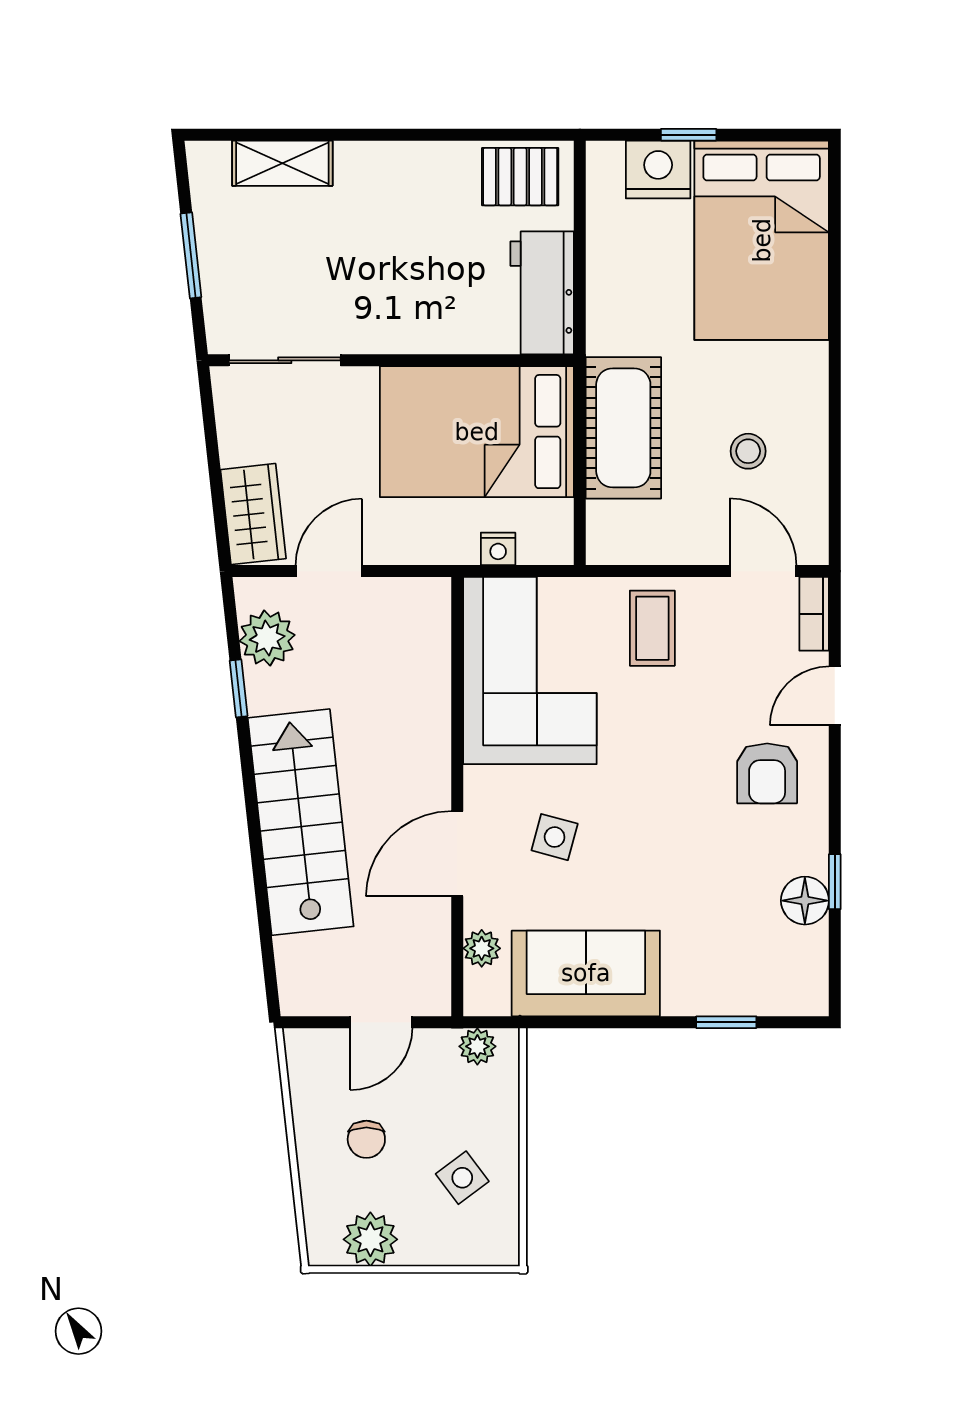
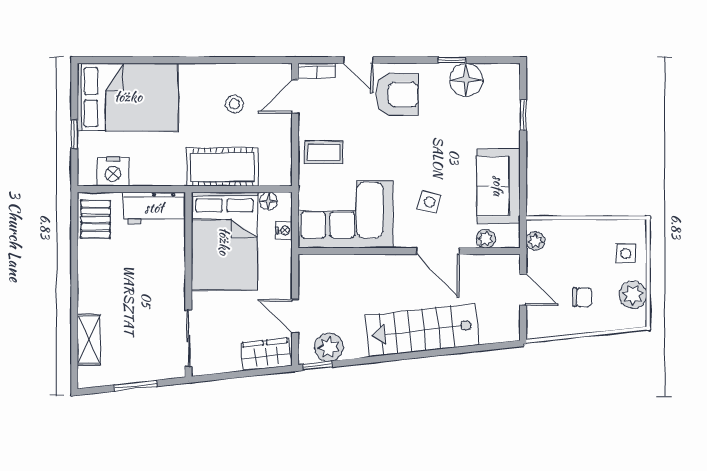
nightstand: (658, 170) -> (113, 172), moved, turned -90
floor lamp: (556, 518) -> (268, 201), added
window: (239, 688) -> (317, 366), moved
armchair: (767, 773) -> (397, 94), width x1.38, depth x1.38
floor lamp: (805, 901) -> (466, 80), width x1.38, depth x1.38
side table: (462, 1178) -> (626, 253), moved, turned 37

